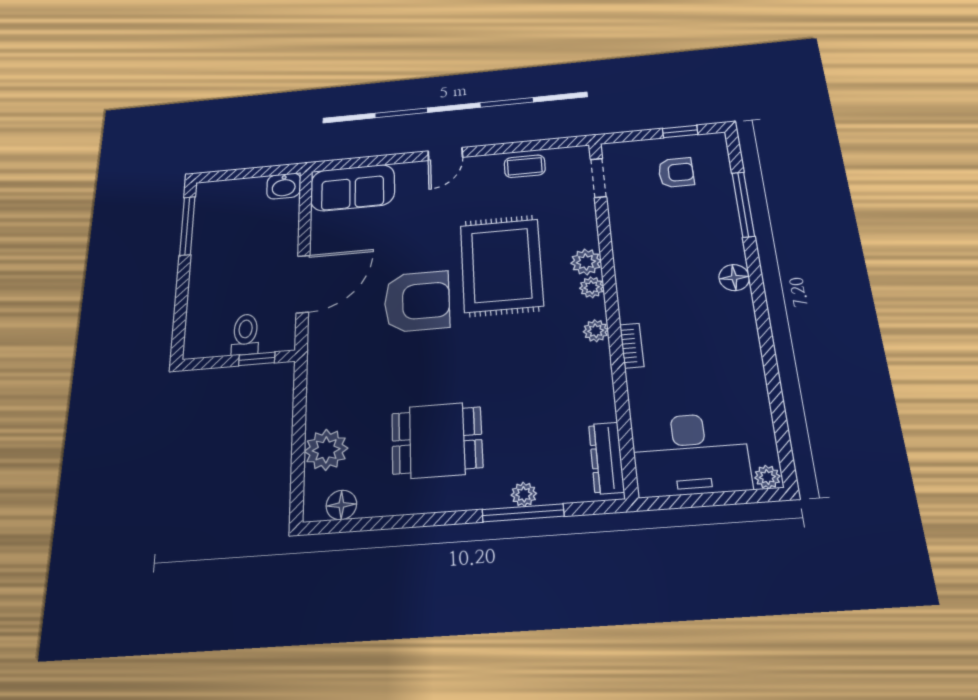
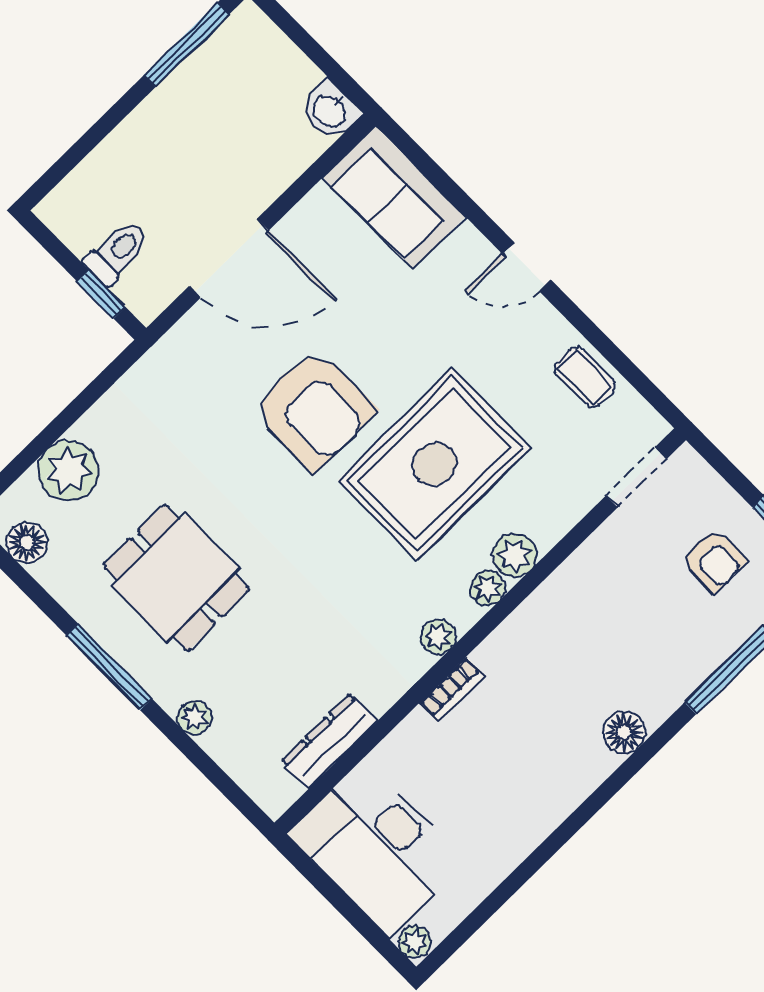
dresser: (606, 458) -> (329, 741), moved
window: (523, 513) -> (109, 667), moved

